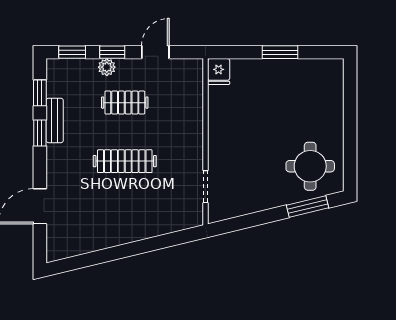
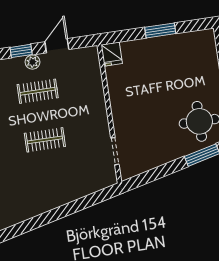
plant: (107, 67) -> (33, 62), moved
clothes rail: (125, 161) -> (45, 140), width x0.73

